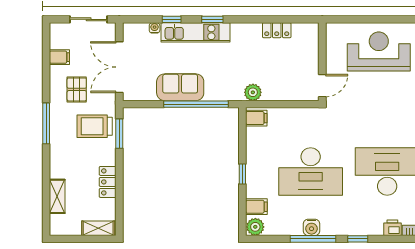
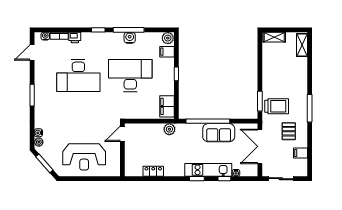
double door: (119, 67) -> (260, 146), swing flipped
filing cabinet: (256, 118) -> (167, 106), width x2.00
locker: (108, 182) -> (268, 69), removed
shelving: (57, 196) -> (302, 45), moved

